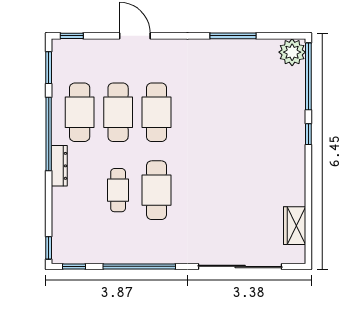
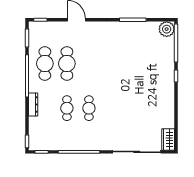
cafe table: (157, 112) -> (89, 64), removed
dresser: (59, 166) -> (33, 105), moved
cafe table: (157, 190) -> (89, 108), width x0.73, depth x0.74
wardrobe: (295, 226) -> (168, 140), moved

